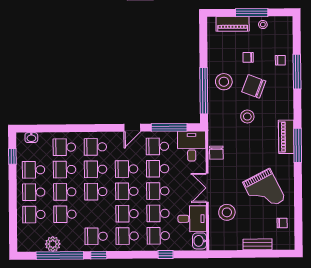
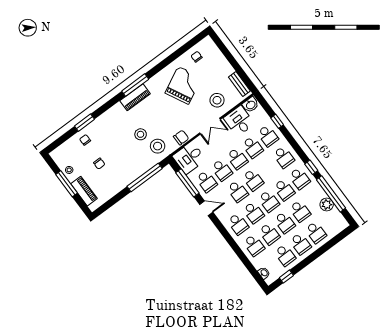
window: (297, 72) -> (84, 123), width x0.69
stool: (224, 82) -> (158, 146), moved
chair: (254, 86) -> (116, 145), removed
school desk: (127, 214) -> (284, 190), moved
bench: (258, 244) -> (239, 84), moved

